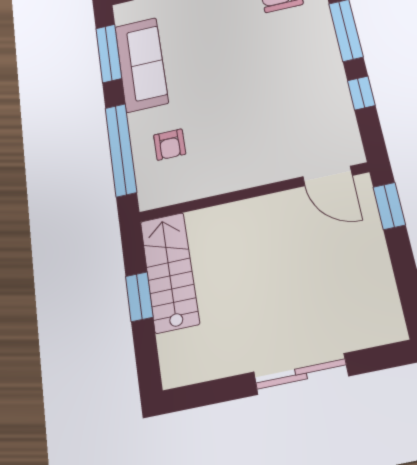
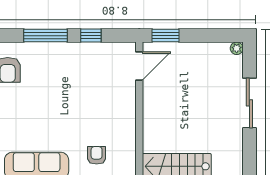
armchair: (170, 145) -> (97, 155), turned -90
plant: (396, 331) -> (237, 48), added

